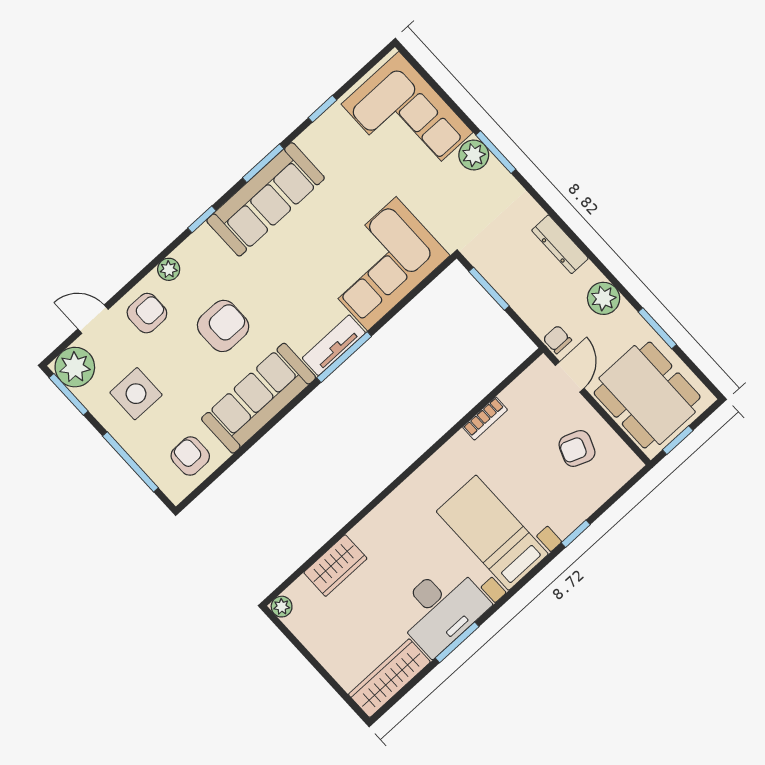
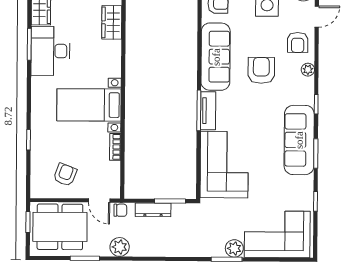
dresser: (560, 244) -> (153, 210), moved, turned 180
armchair: (223, 326) -> (261, 70), turned 180
bed with nightstands: (492, 533) -> (89, 105), moved, turned 180

